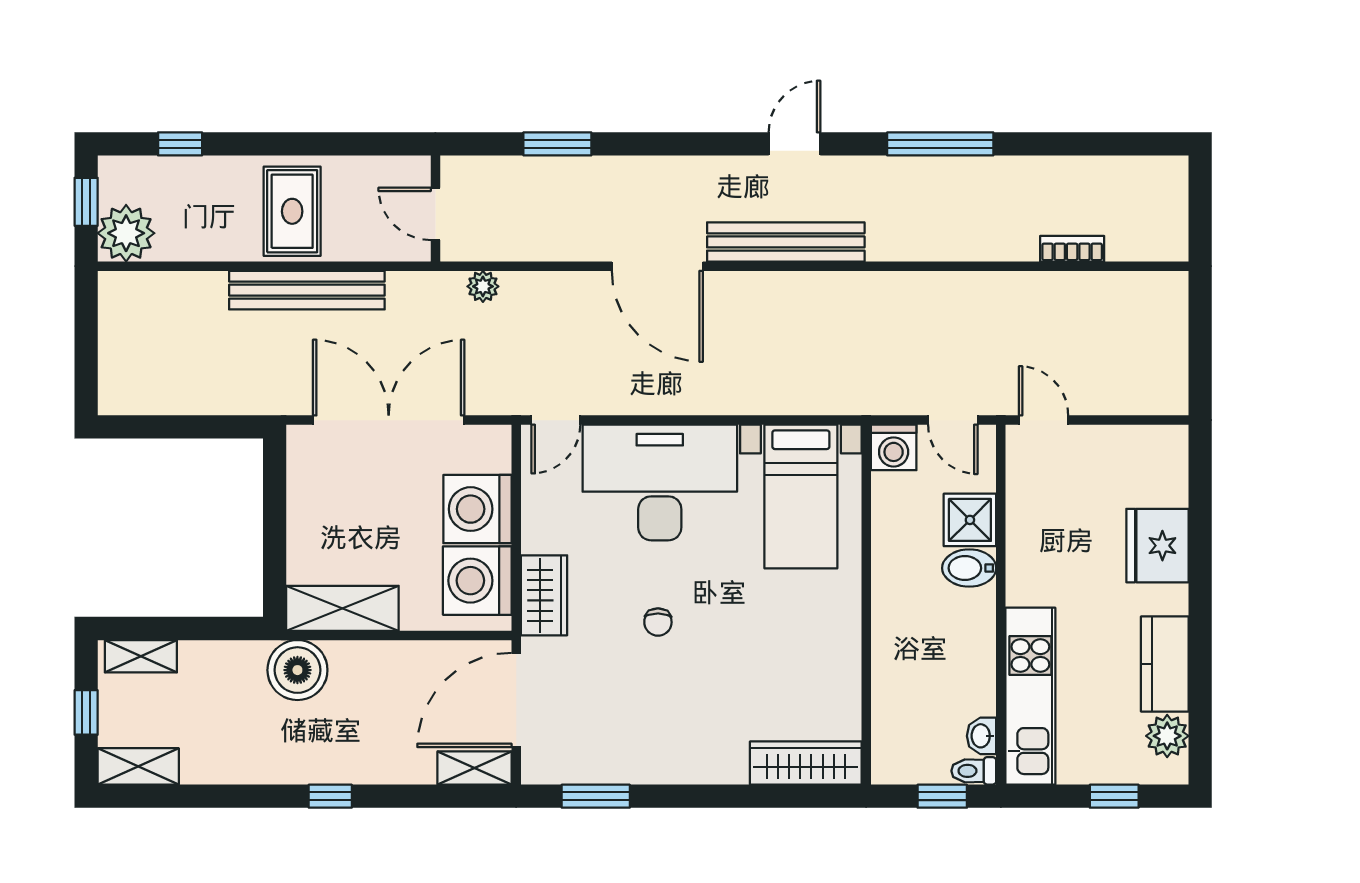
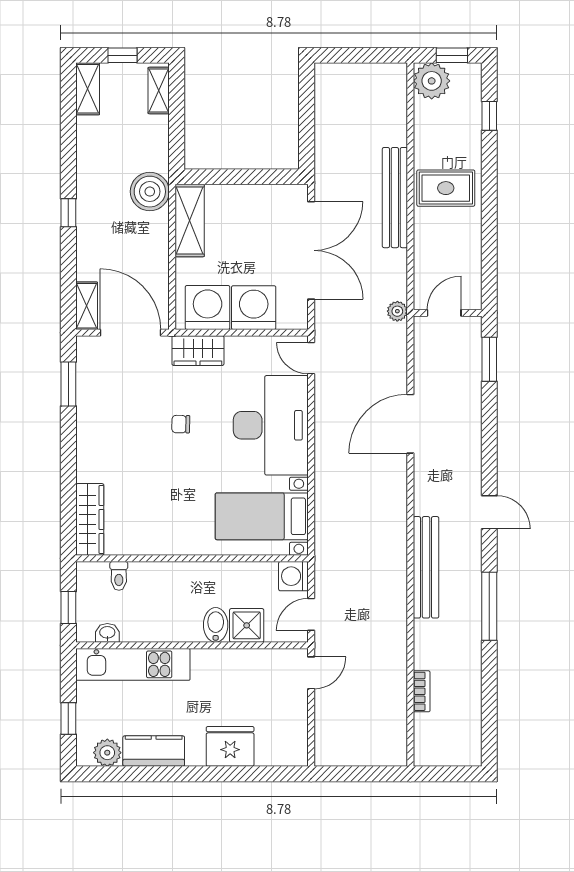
wall: (435, 208) -> (448, 313), moved
door: (435, 214) -> (444, 313), moved
bench: (786, 242) -> (426, 567), moved
toilet: (974, 771) -> (119, 576), moved, turned 180

